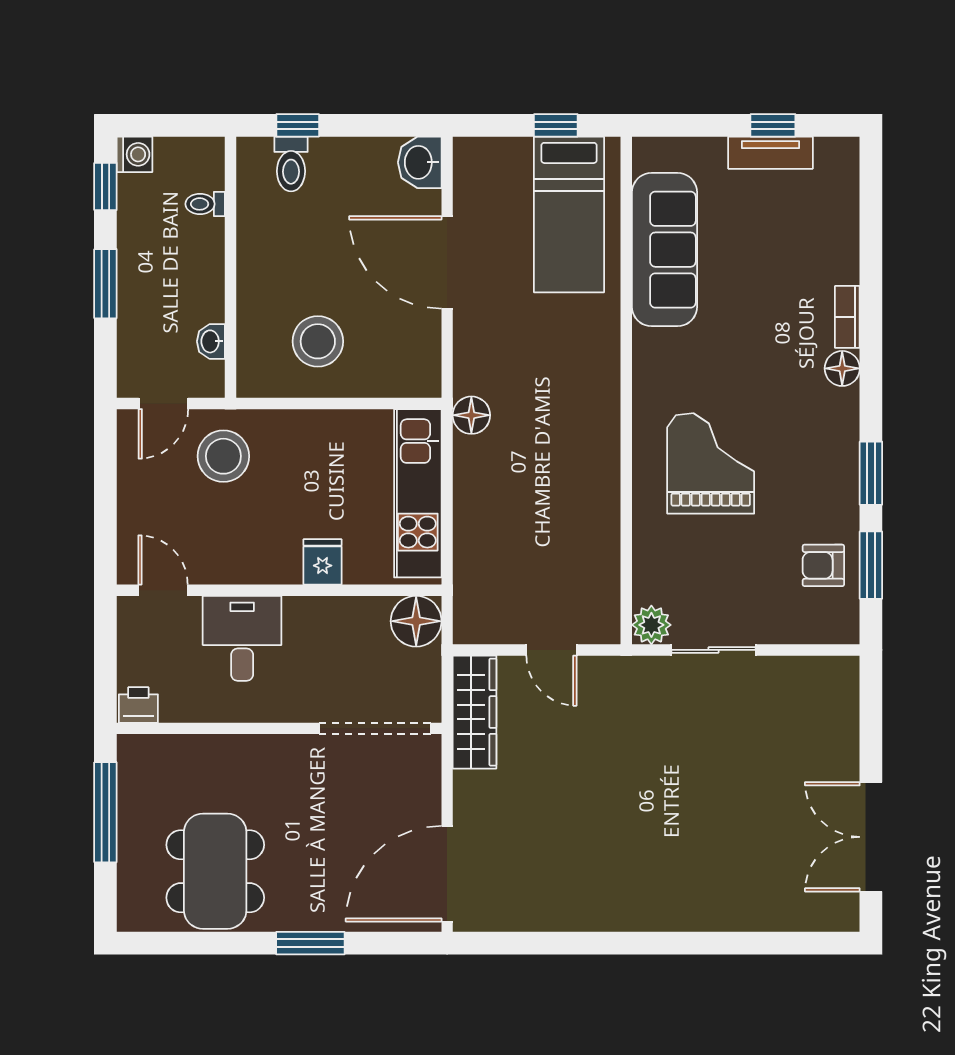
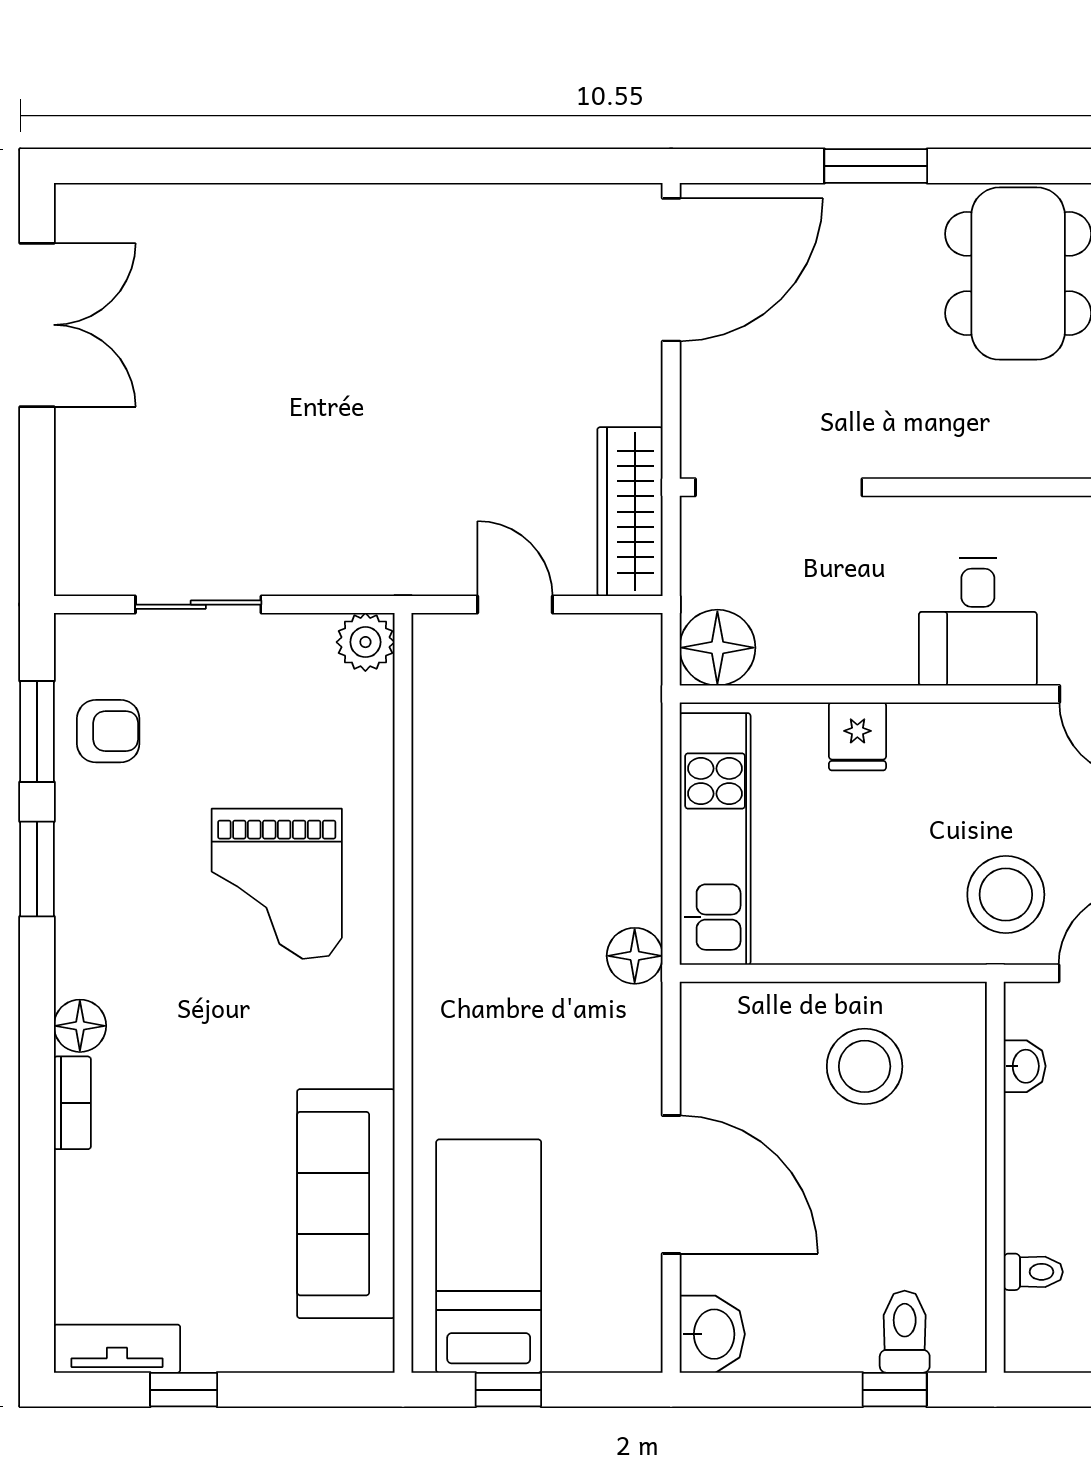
tv unit: (771, 153) -> (117, 1349), moved
sliding door: (714, 650) -> (198, 605), moved

